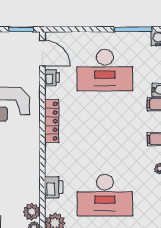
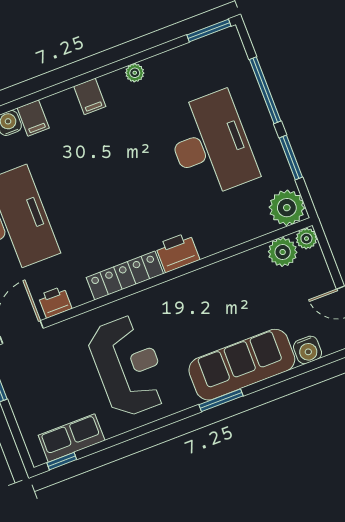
printer: (53, 187) -> (177, 252), moved

